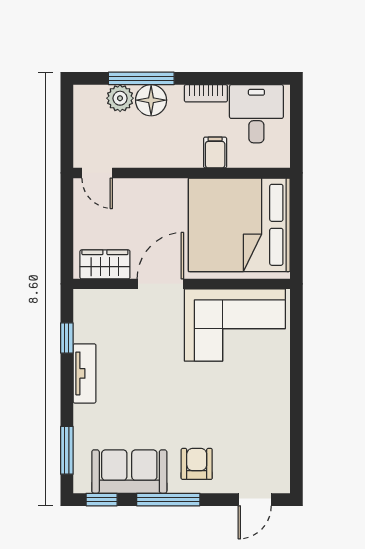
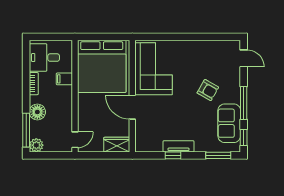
window: (141, 78) -> (26, 130), moved
plant: (120, 98) -> (36, 145), moved
wardrobe: (105, 264) -> (117, 145), moved, turned 90
window: (67, 338) -> (173, 155), moved
armchair: (197, 464) -> (208, 90), moved, turned -150

